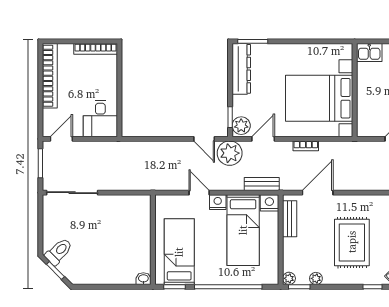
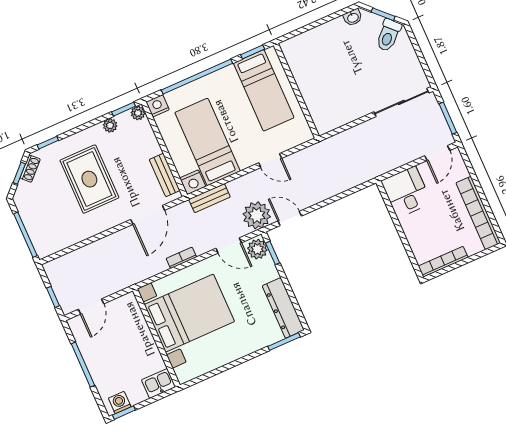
door: (263, 139) -> (229, 246), hinge flipped
nightstand: (218, 202) -> (158, 106), moved, turned 180
washbasin: (143, 279) -> (353, 17), moved

